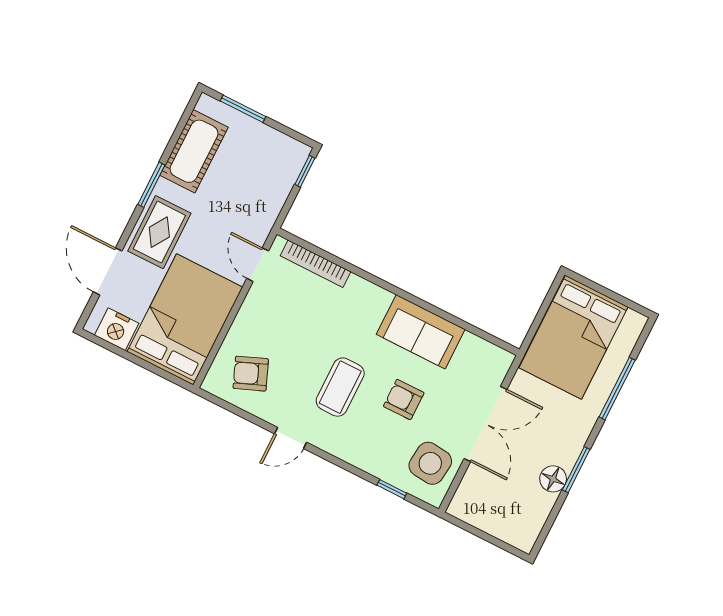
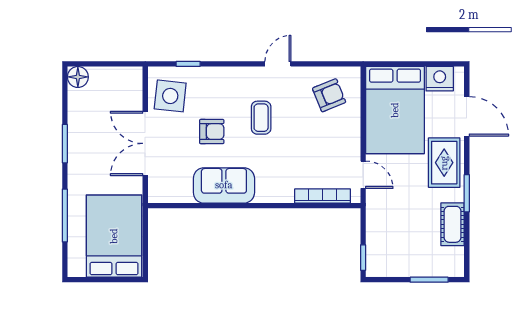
cot: (194, 151) -> (453, 224), width x0.73, depth x0.75
coffee table: (340, 387) -> (261, 118), width x0.73, depth x0.77
floor lamp: (553, 479) -> (78, 77), moved

